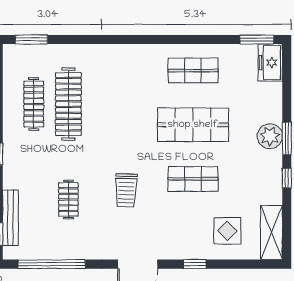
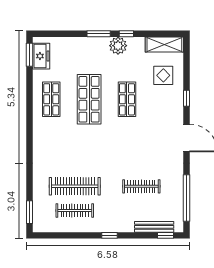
freezer: (270, 63) -> (41, 56), moved, turned -90
plant: (270, 136) -> (118, 46), moved
trolley: (126, 190) -> (135, 146), removed
clothes rail: (68, 200) -> (141, 186), width x1.36

